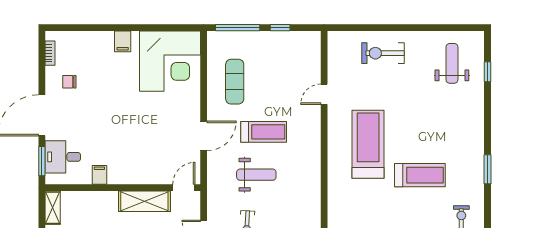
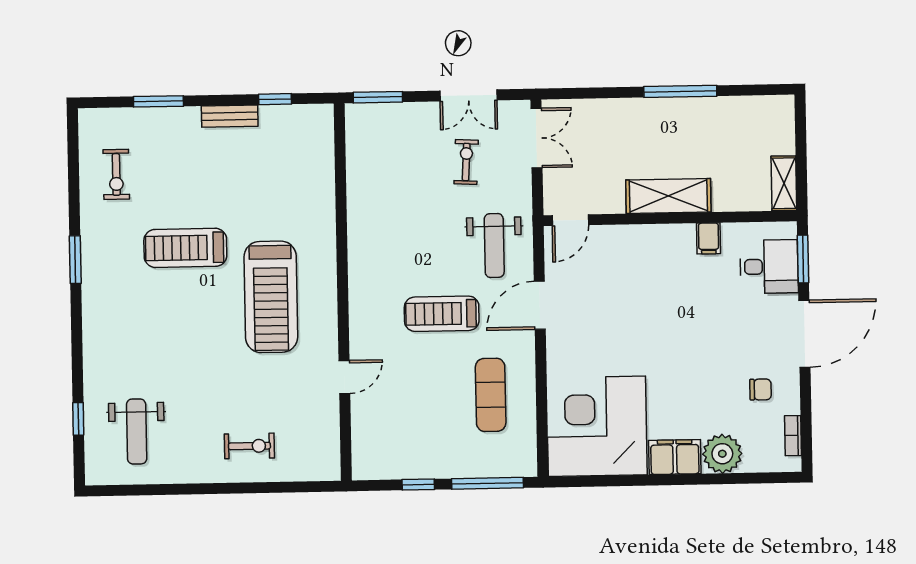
filing cabinet: (123, 41) -> (675, 457), width x2.00
plant: (94, 43) -> (722, 454), added
exercise bike: (383, 53) -> (249, 446), width x0.73, depth x0.72
weight bench: (256, 175) -> (494, 246), moved, turned -90
shelving: (144, 201) -> (668, 196), moved

